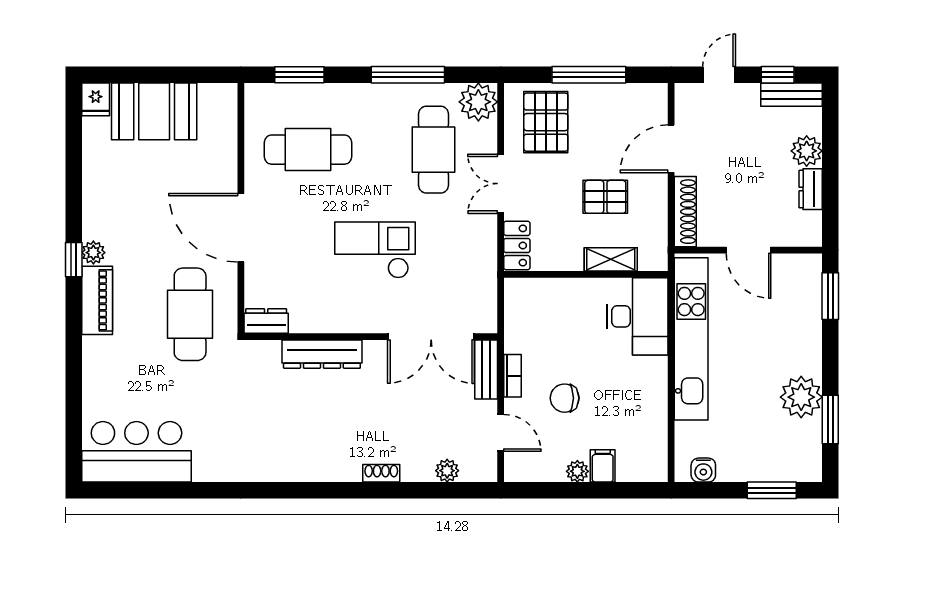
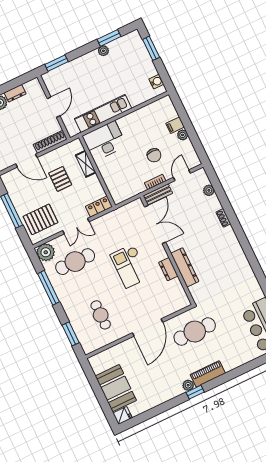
cafe table: (308, 150) -> (101, 315), width x0.73, depth x0.74
dresser: (266, 321) -> (168, 269), moved
kitchen unit: (691, 339) -> (103, 113), width x0.73
plant: (801, 397) -> (103, 51), width x0.53, depth x0.53

